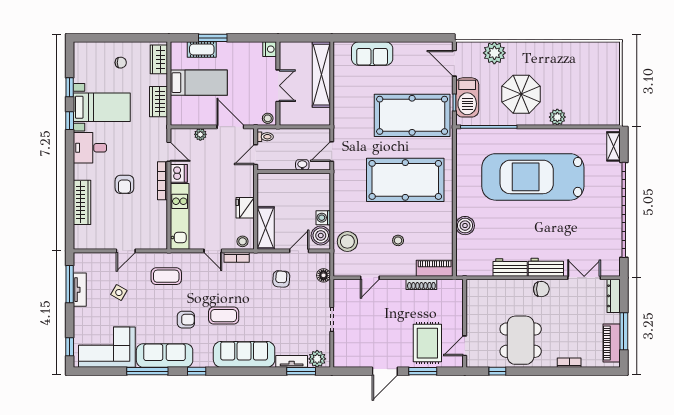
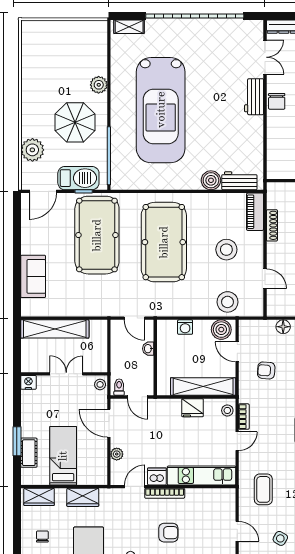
door: (230, 127) -> (109, 423), hinge flipped
washing machine: (323, 218) -> (185, 327), moved
shelving: (266, 228) -> (203, 387), width x1.47
stool: (398, 240) -> (226, 250), width x1.89, depth x1.89
workbench: (510, 267) -> (239, 181), moved, turned 90
floor lamp: (323, 275) -> (283, 327), moved
double door: (584, 278) -> (265, 57), swing flipped
chair: (541, 289) -> (277, 101), turned 180

